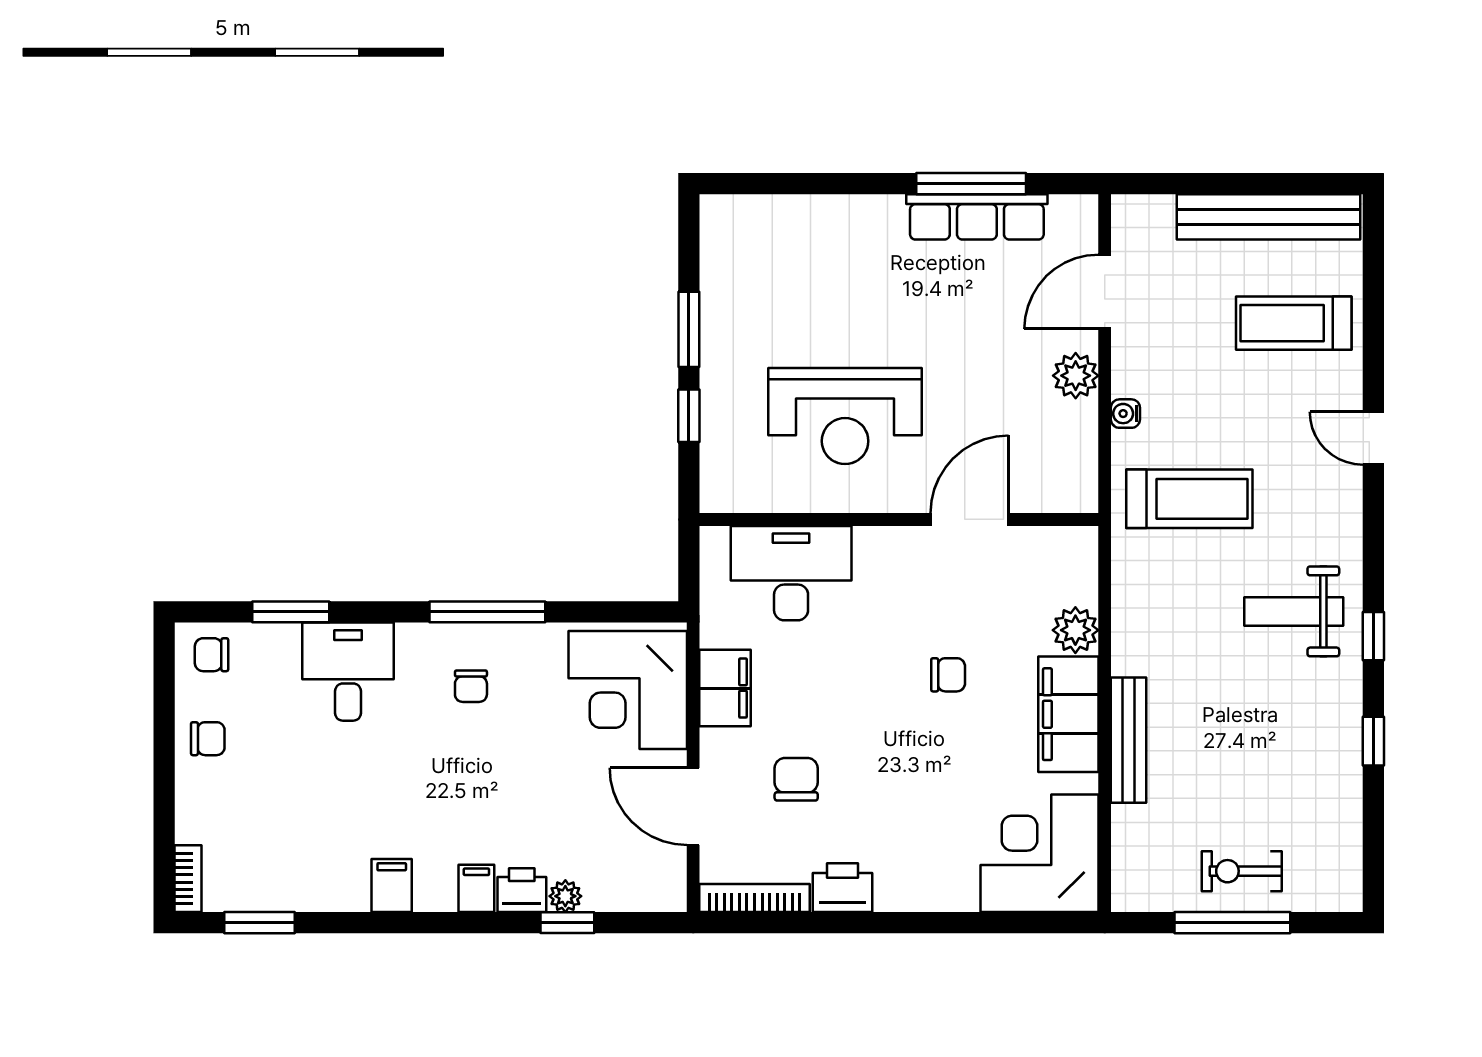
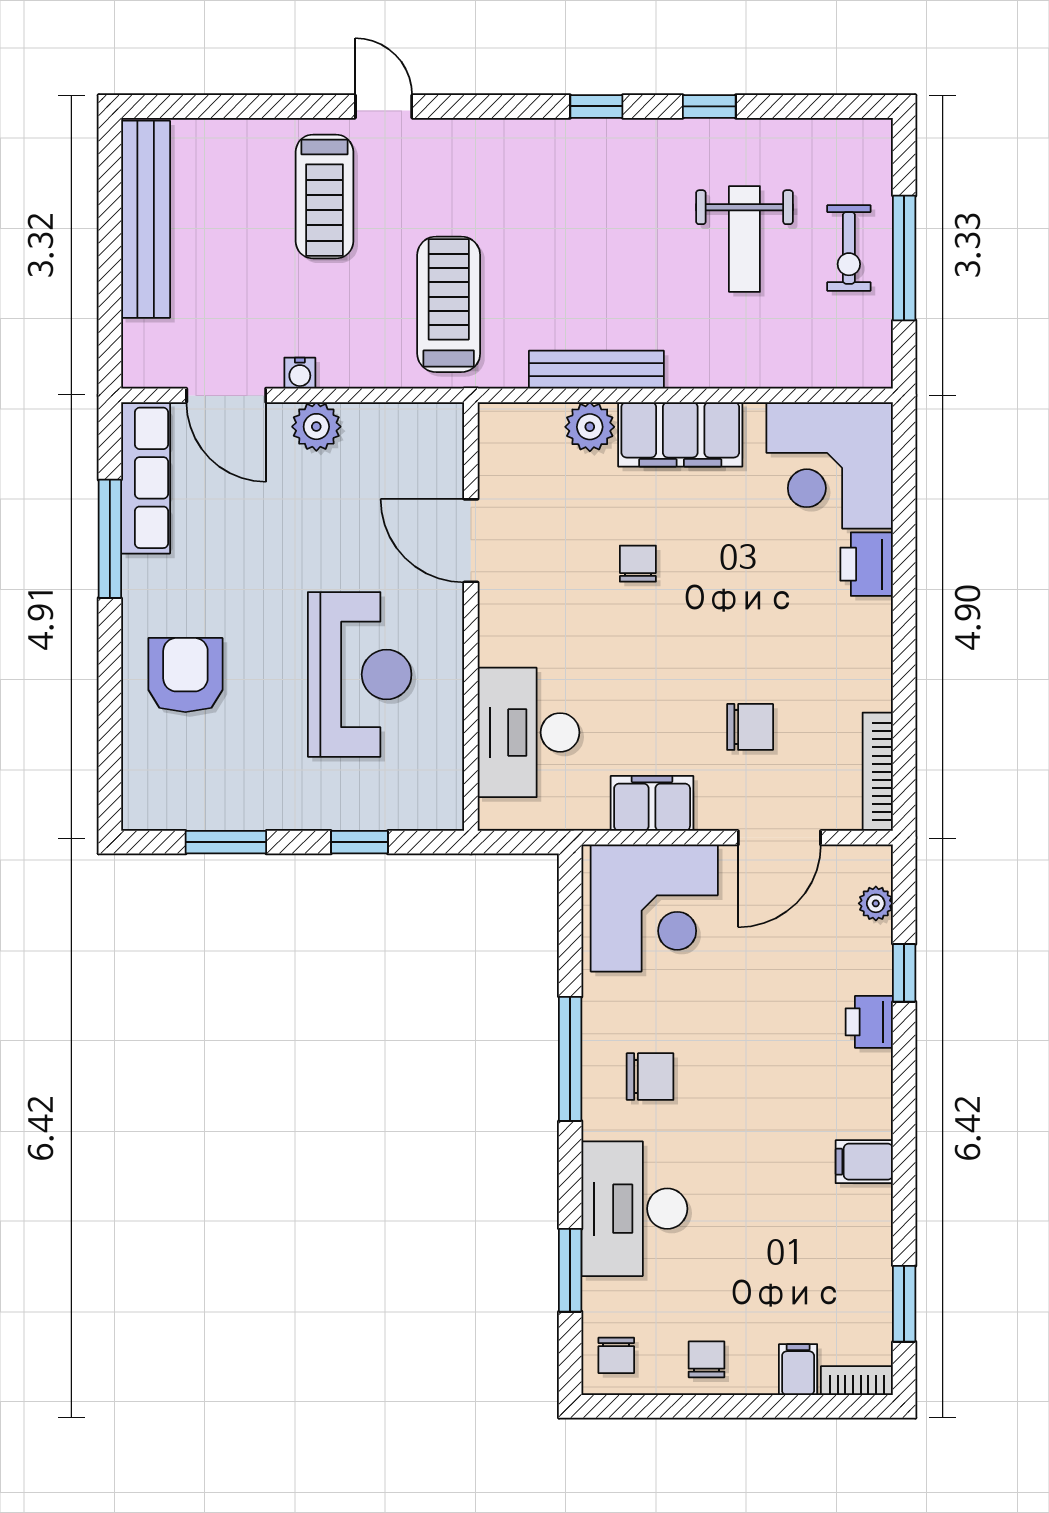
row of seats: (977, 217) -> (146, 478), moved
armchair: (844, 254) -> (185, 675), added
treadmill: (1294, 323) -> (324, 197), moved
window: (689, 329) -> (226, 842), moved
water cooler: (1125, 414) -> (300, 373), moved
door: (1373, 438) -> (384, 106), swing flipped
weight bench: (1294, 611) -> (744, 239), moved
desk: (348, 672) -> (634, 1209), width x1.37
chair: (471, 686) -> (650, 1077), width x1.37, depth x1.37
bench: (1129, 740) -> (596, 370), moved
chair: (796, 779) -> (750, 727), turned 180
filing cabinet: (476, 888) -> (798, 1370), moved, turned 90
printer: (843, 888) -> (867, 564), moved
plant: (565, 896) -> (876, 903), moved

